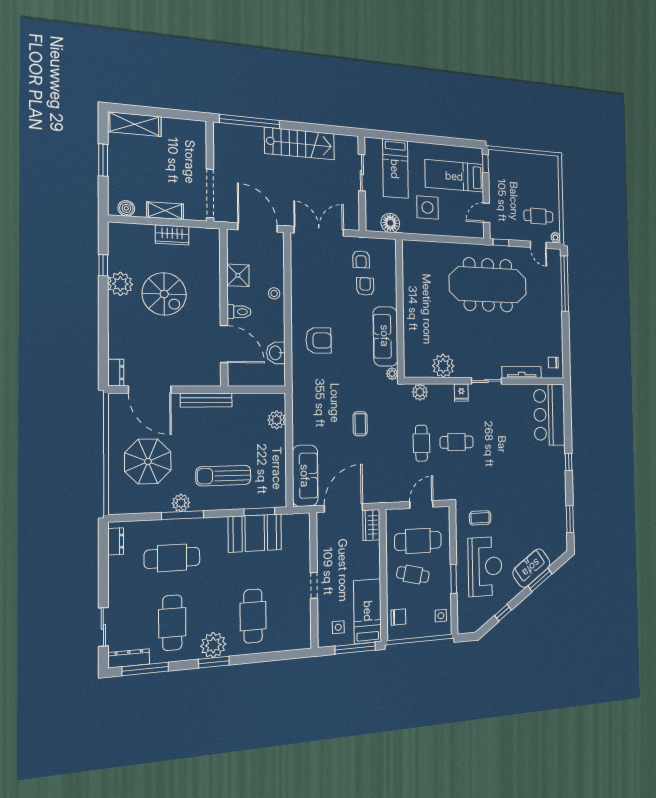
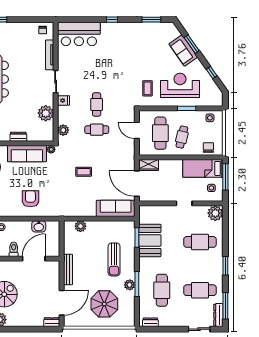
dresser: (410, 324) -> (18, 137), added
plant: (213, 645) -> (215, 213), moved

